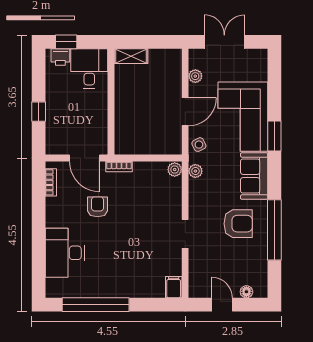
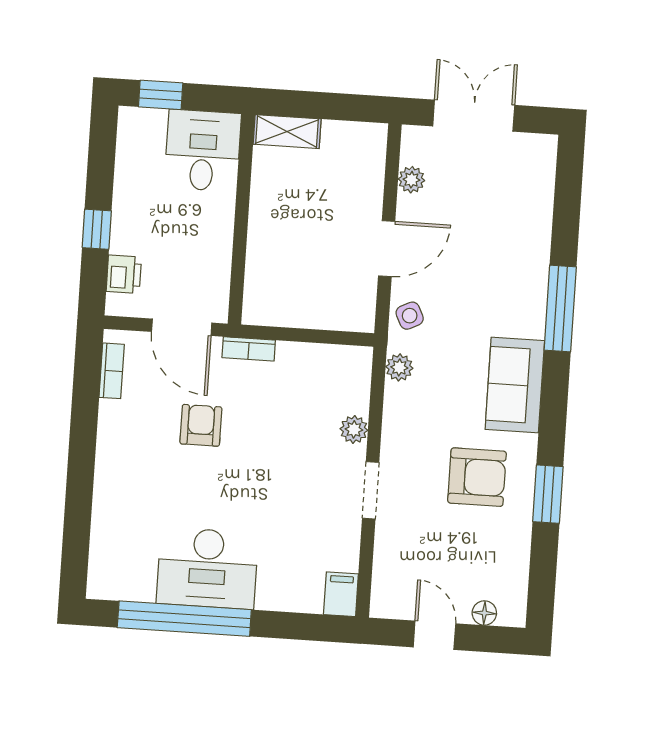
printer: (60, 57) -> (124, 274), moved, turned -90
corner sofa: (243, 117) -> (500, 266), removed
window: (274, 136) -> (560, 308), width x1.44
plant: (175, 170) -> (354, 429), moved
window: (274, 230) -> (548, 494), width x0.47
desk: (65, 253) -> (207, 568), moved, turned -90

